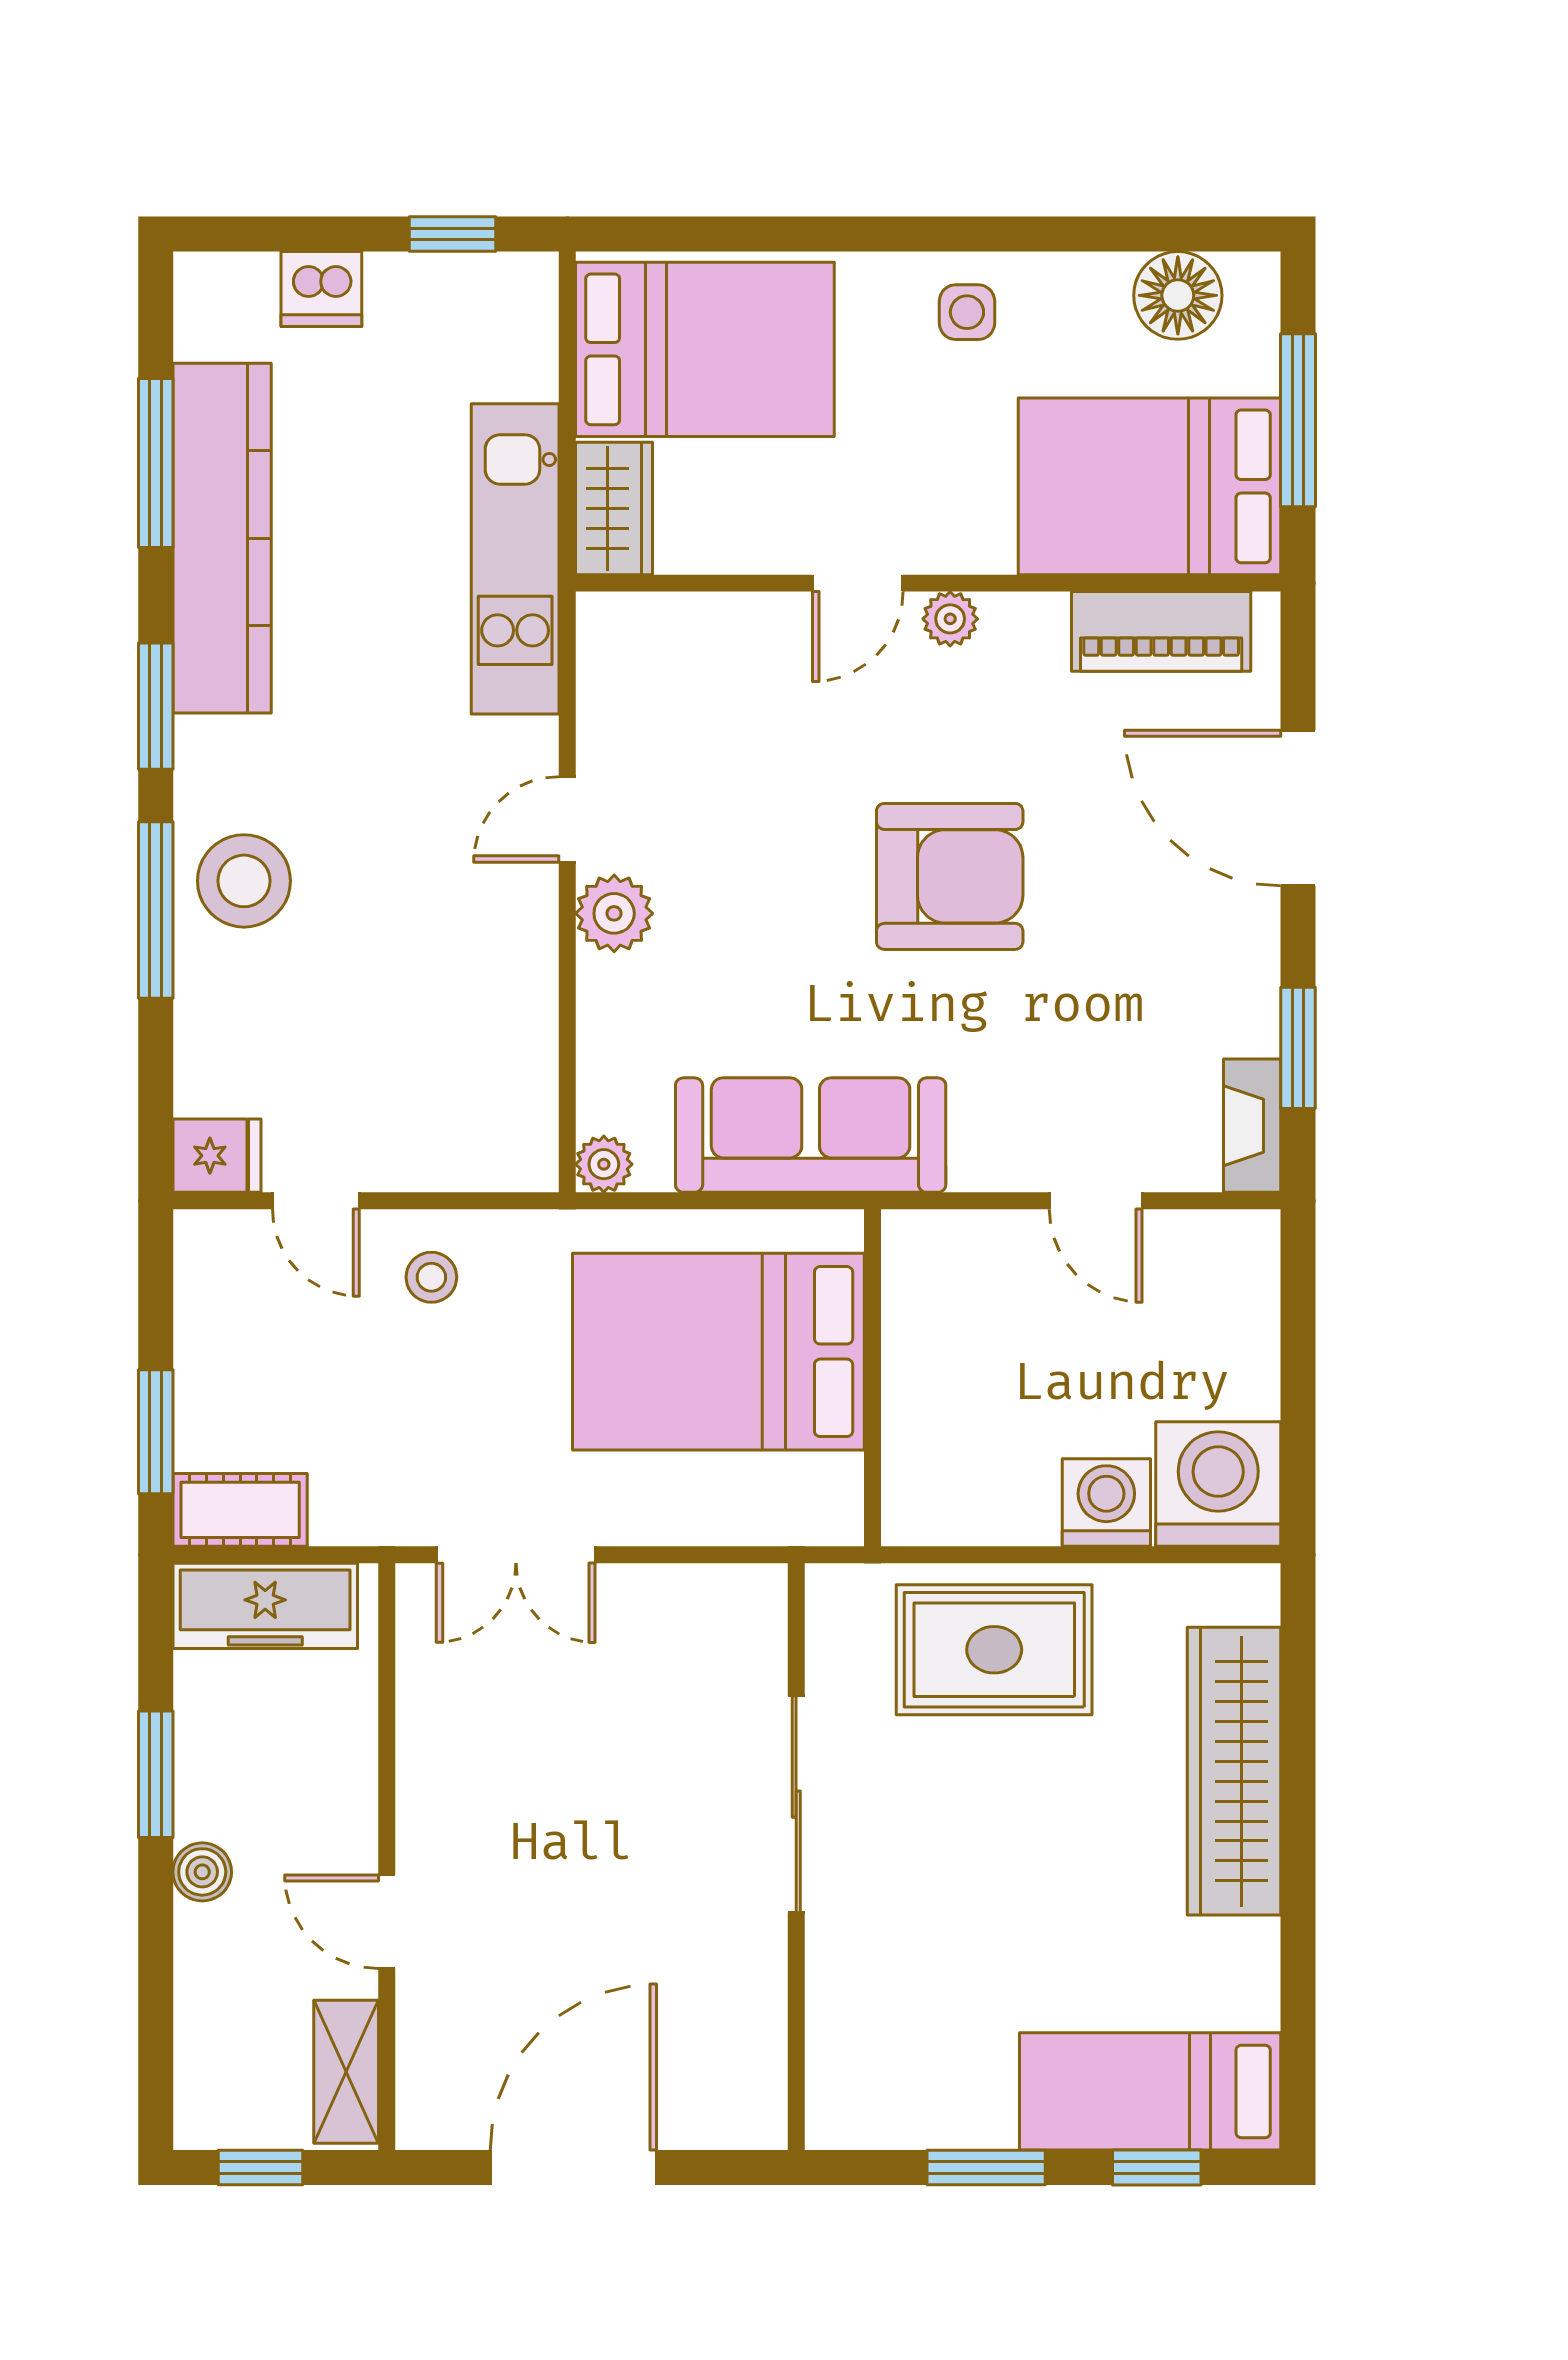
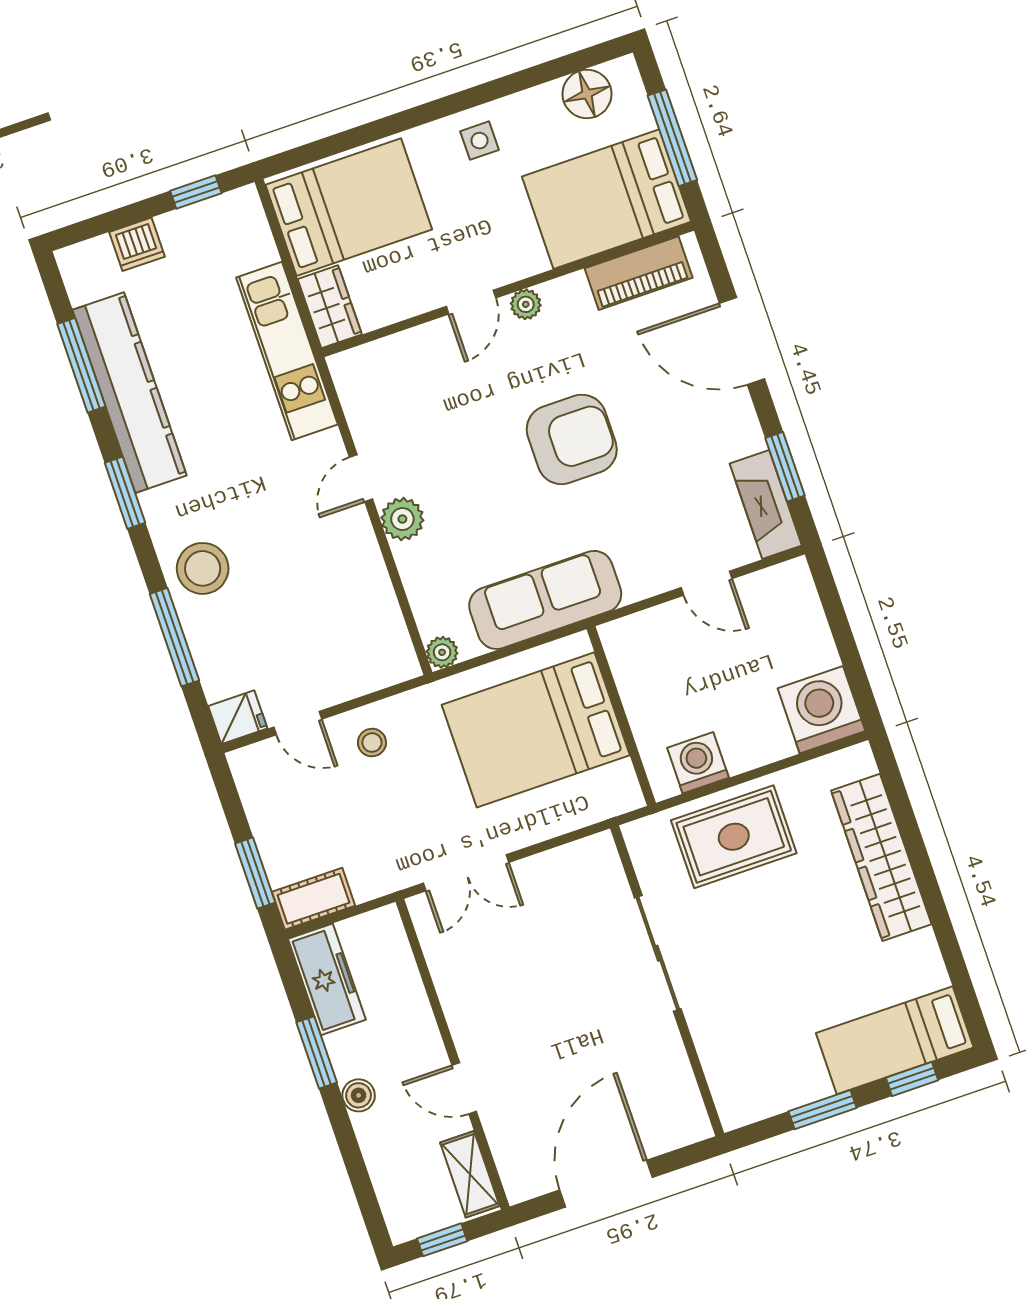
window: (156, 910) -> (174, 637), moved
fireplace: (1252, 1126) -> (766, 505), width x1.37, depth x1.32
washing machine: (1106, 1502) -> (698, 763), moved
freezer: (265, 1606) -> (327, 979), moved, turned -90

